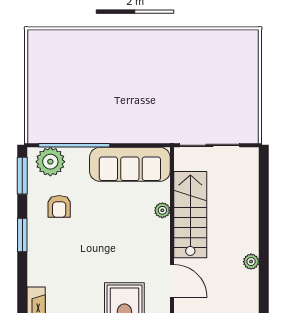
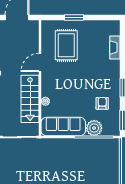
plant: (50, 162) -> (94, 128), moved
door: (172, 281) -> (40, 62), hinge flipped

